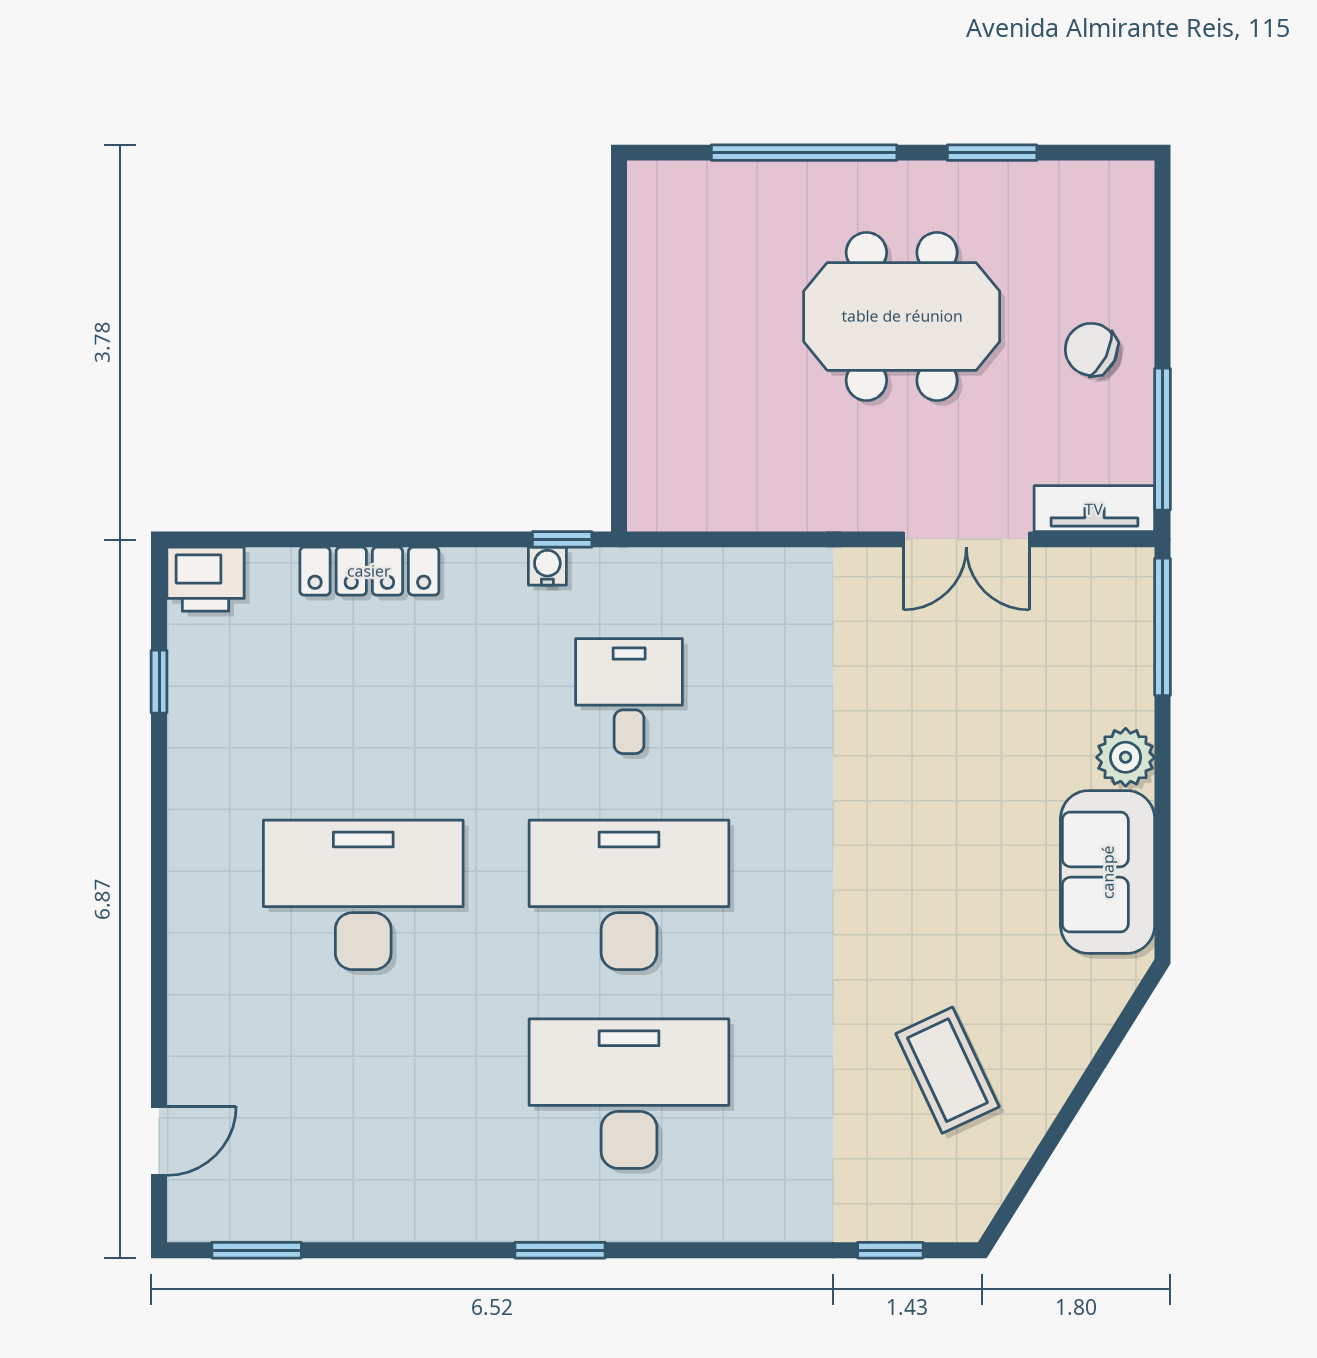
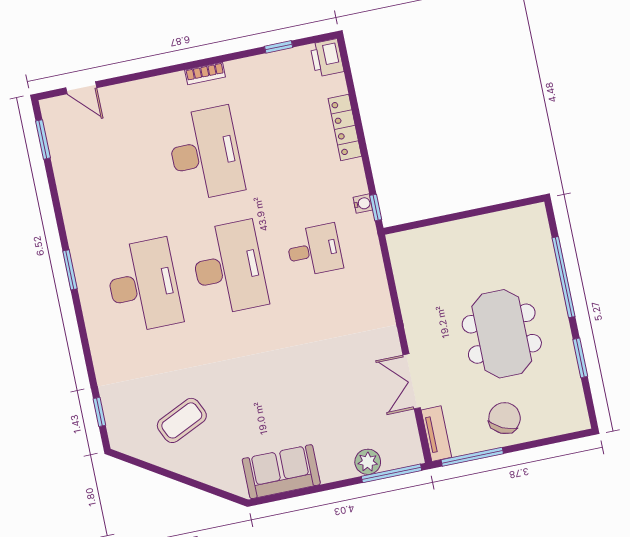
chair: (1091, 349) -> (505, 418), width x1.37, depth x1.37
plant: (1126, 757) -> (368, 462), moved
bookcase: (184, 858) -> (205, 73), added

